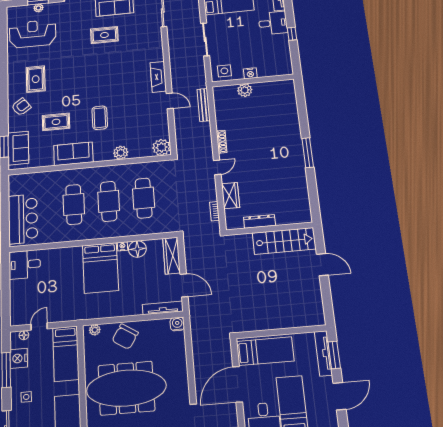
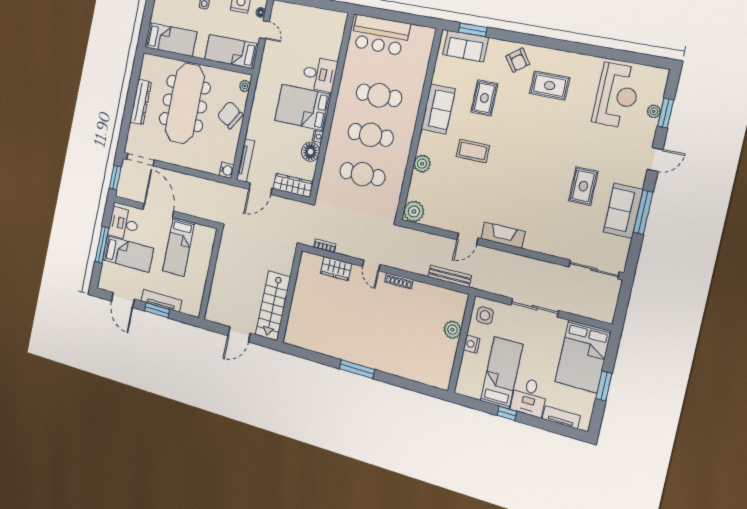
bed: (263, 46) -> (502, 373), added
dresser: (259, 221) -> (300, 289), removed
desk: (25, 264) -> (320, 74), moved, turned 90
wall: (281, 332) -> (211, 274), moved

